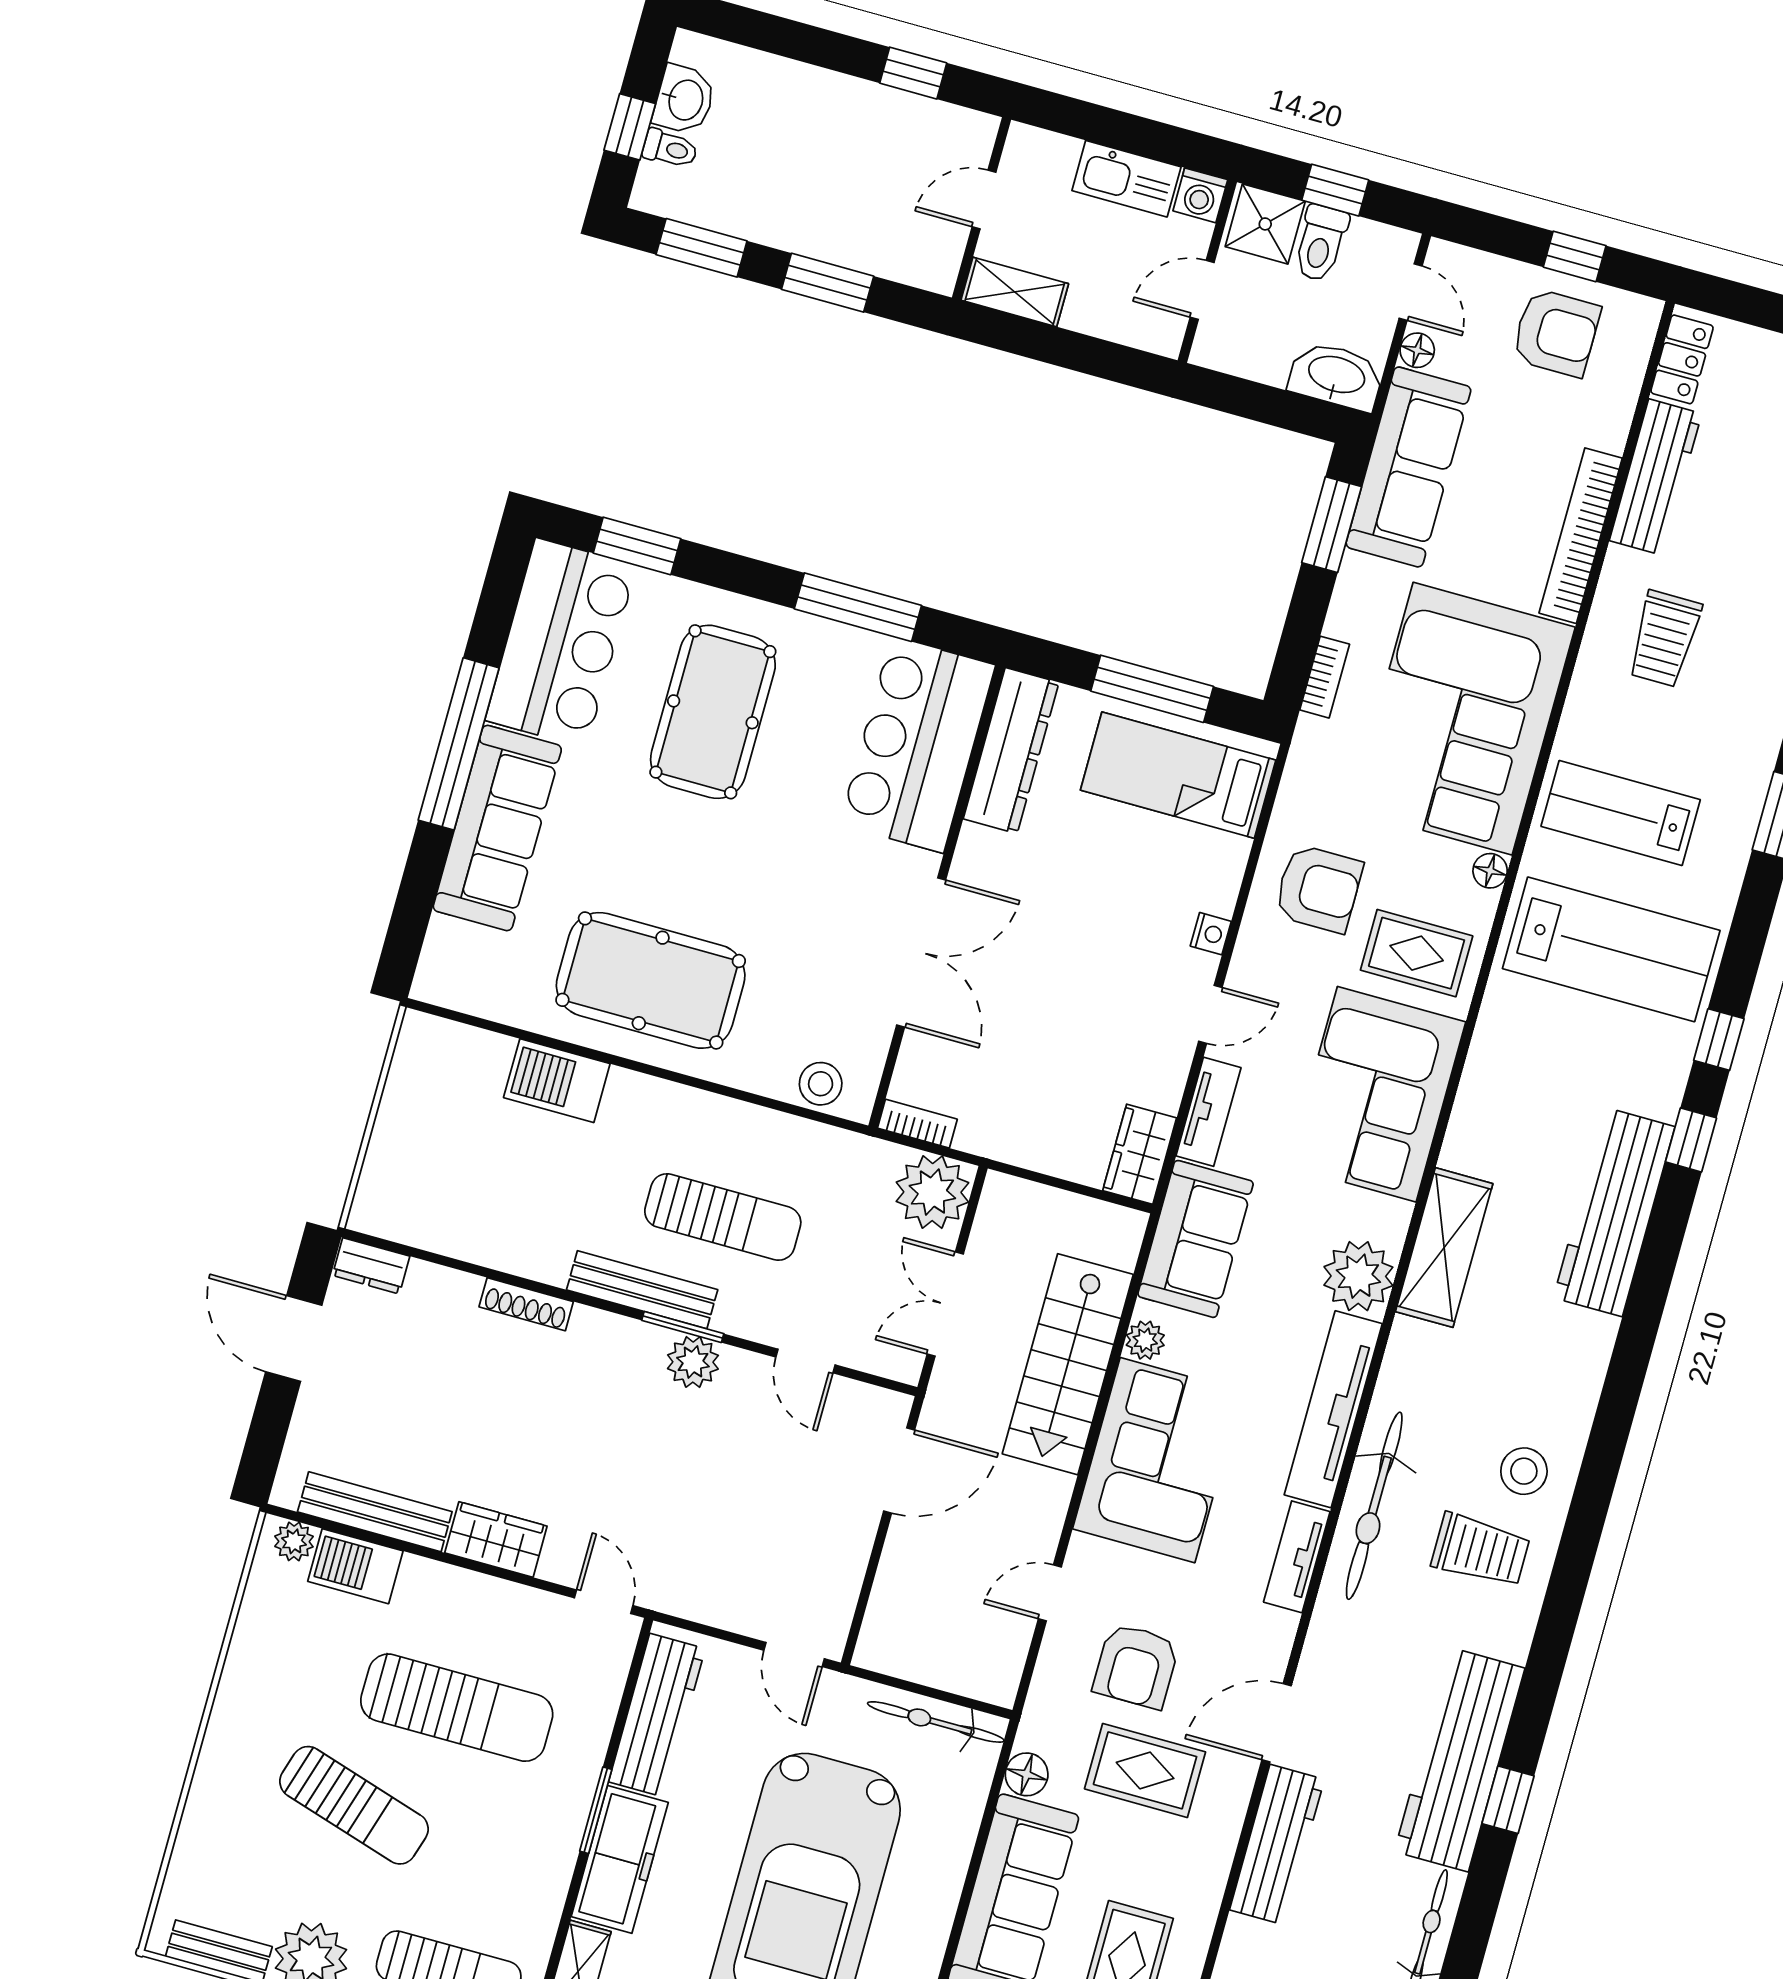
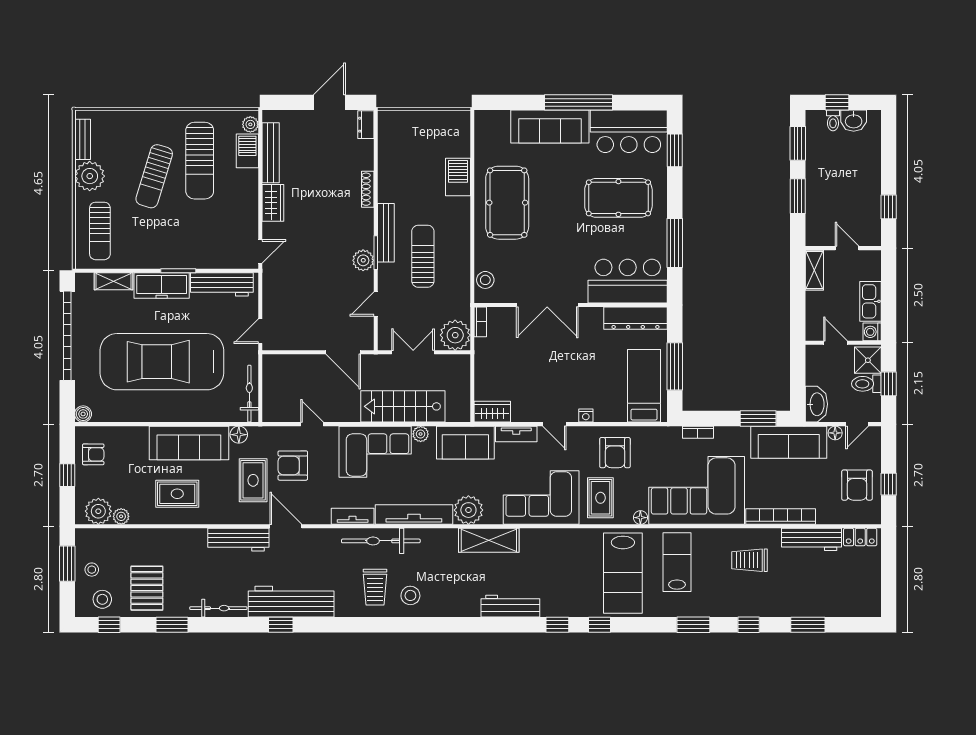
workbench: (1614, 1212) -> (510, 606), width x0.73, depth x0.76
sun lounger: (723, 1217) -> (423, 256), turned 180
sun lounger: (457, 1708) -> (200, 161), moved

